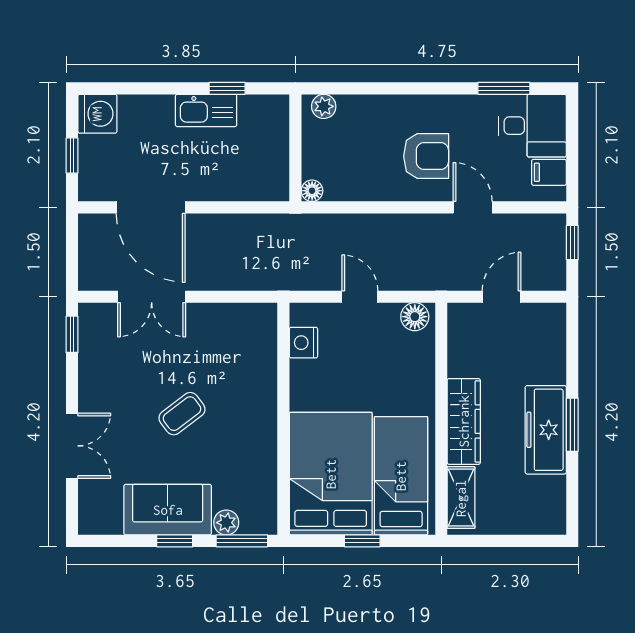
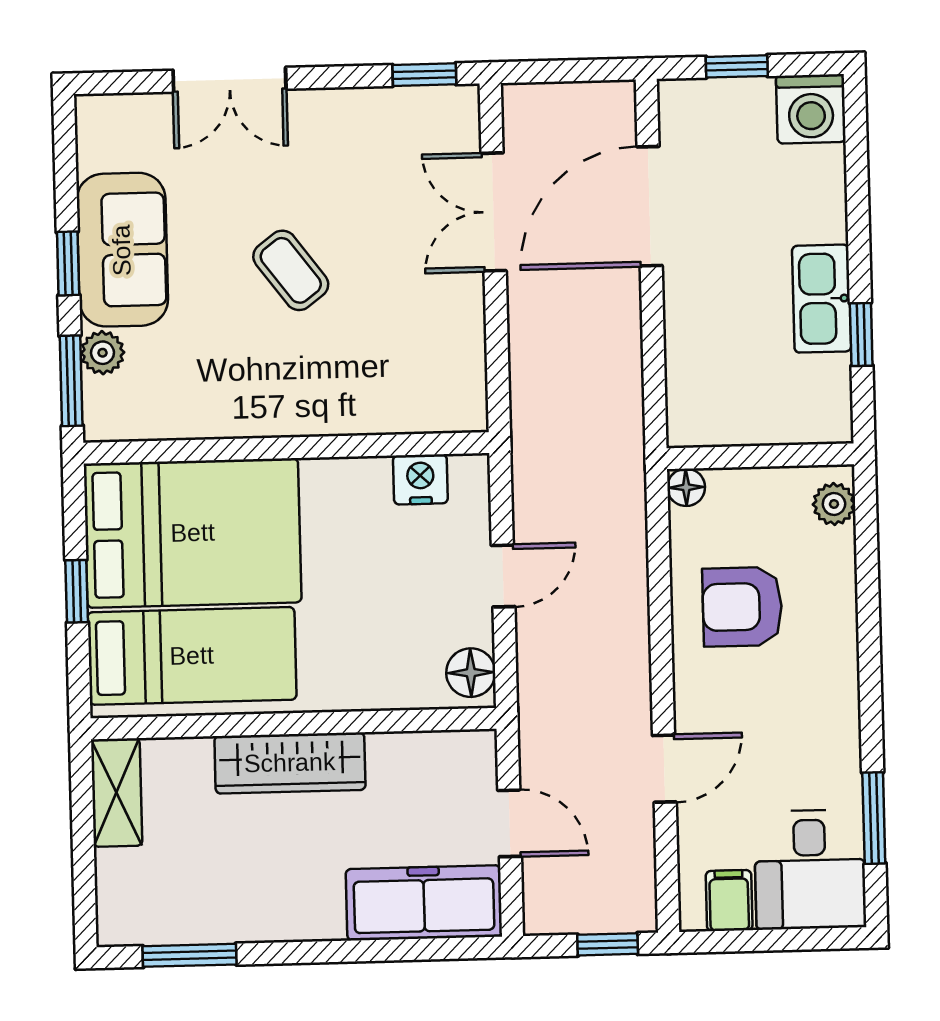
armchair: (426, 156) -> (742, 607), moved, turned 90
window: (572, 425) -> (190, 955), moved
freezer: (546, 430) -> (424, 903), moved
shelving: (461, 498) -> (117, 792), moved, turned 90

